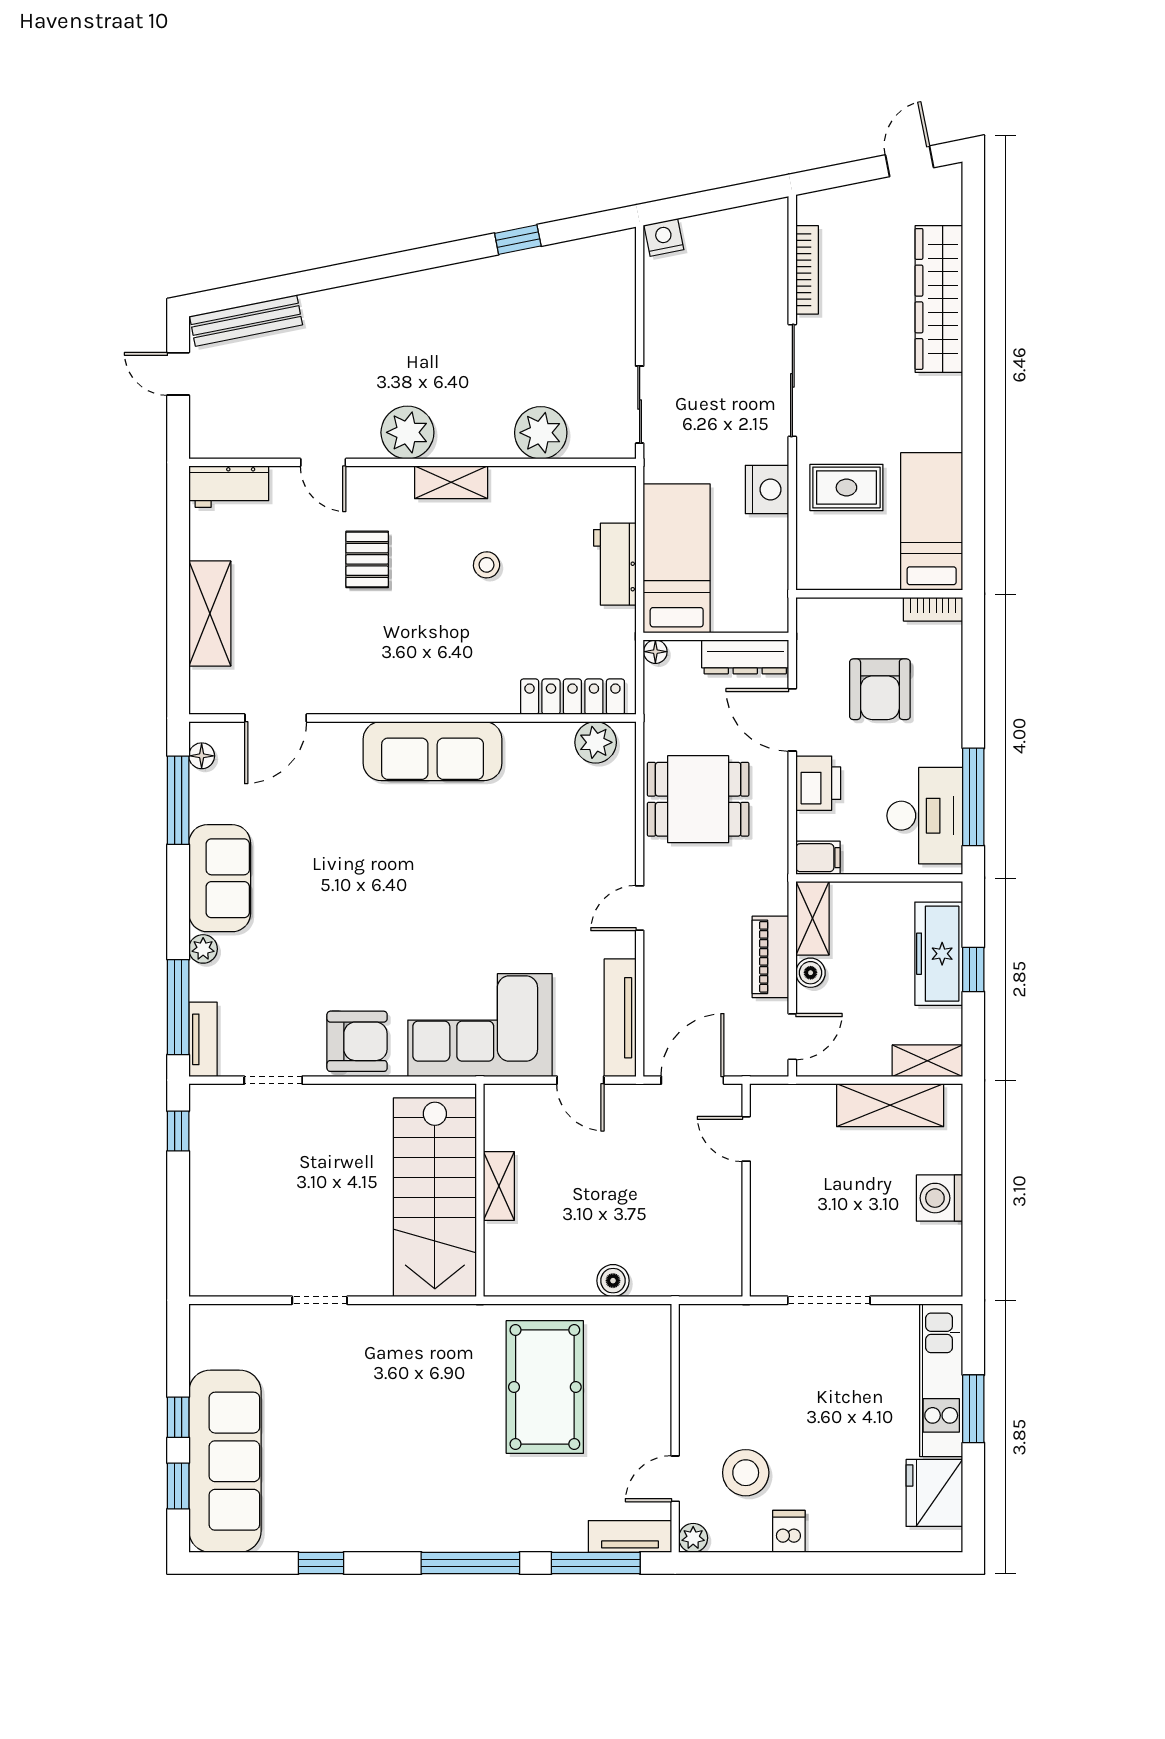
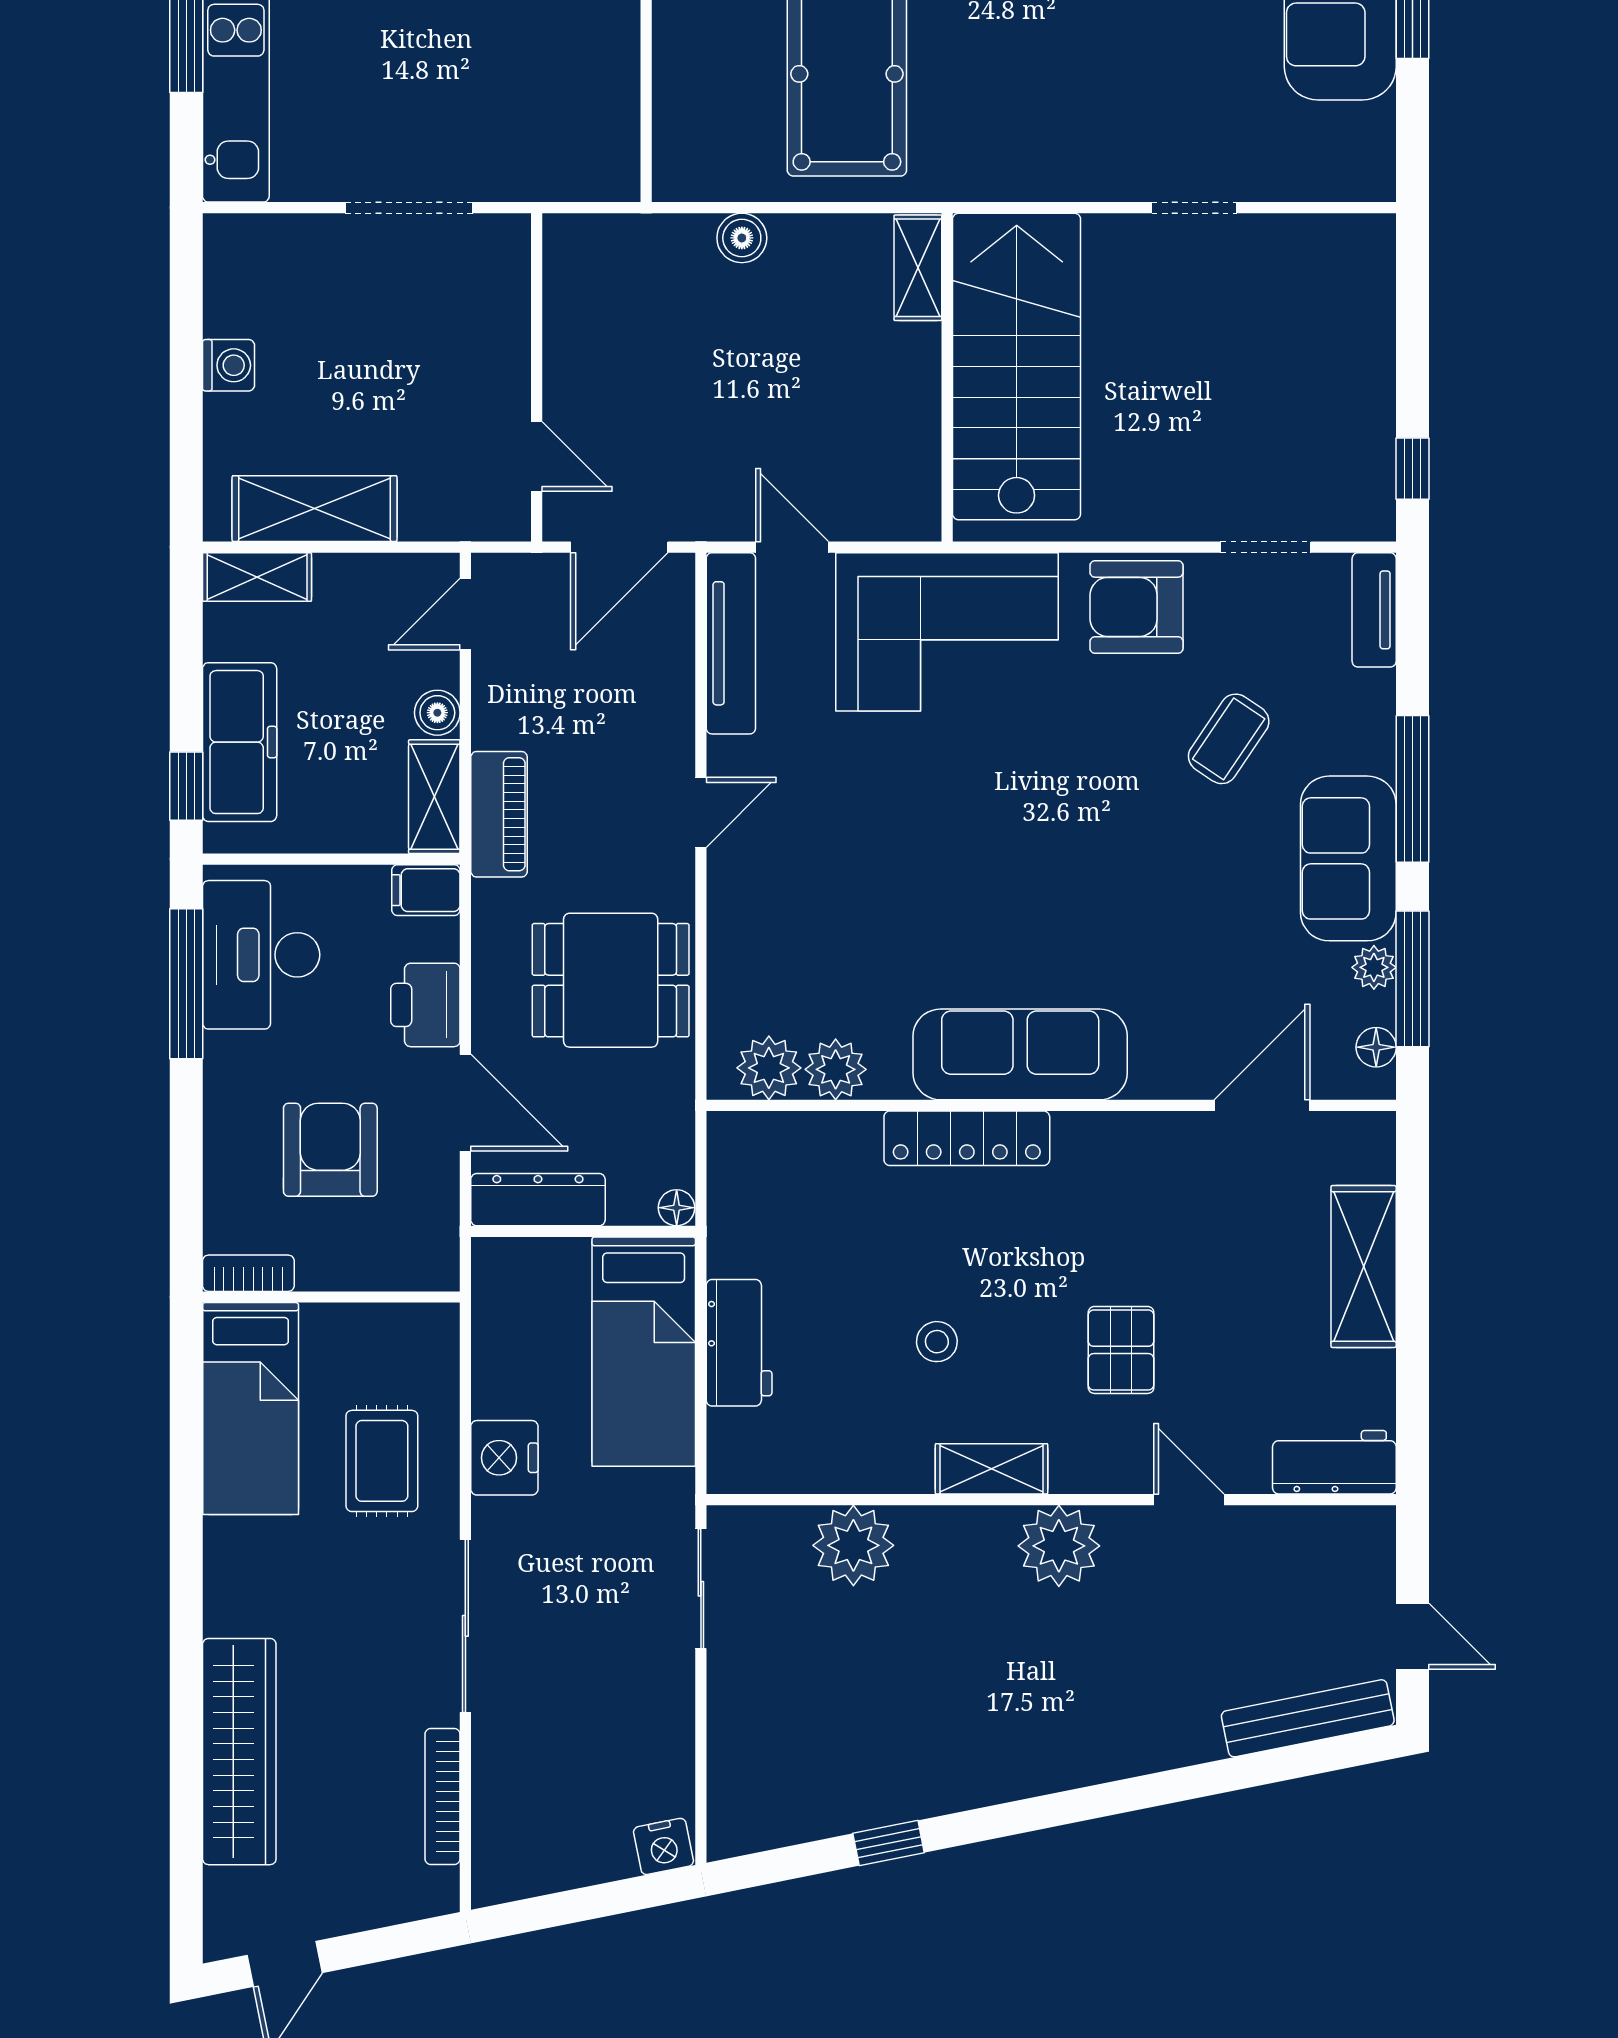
rug: (846, 487) -> (382, 1461), turned 90
locker: (572, 697) -> (967, 1138), moved
plant: (552, 741) -> (836, 1069), added
plant: (203, 949) -> (1374, 967), moved
coffee table: (297, 956) -> (1229, 739), added
piano: (770, 957) -> (499, 814), moved
window: (973, 970) -> (186, 786), moved
window: (178, 1007) -> (1412, 789), moved
shelving: (499, 1186) -> (918, 268), moved
washing machine: (940, 1198) -> (229, 365), width x0.73, depth x0.73

